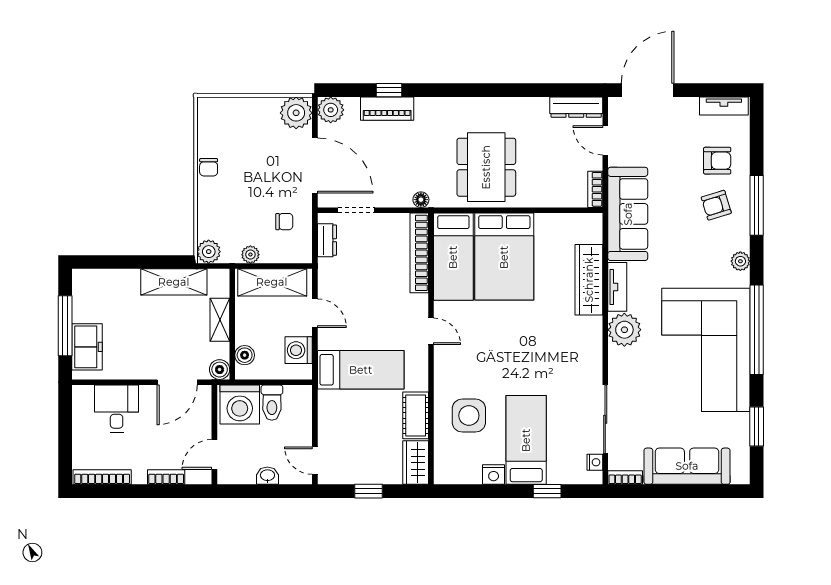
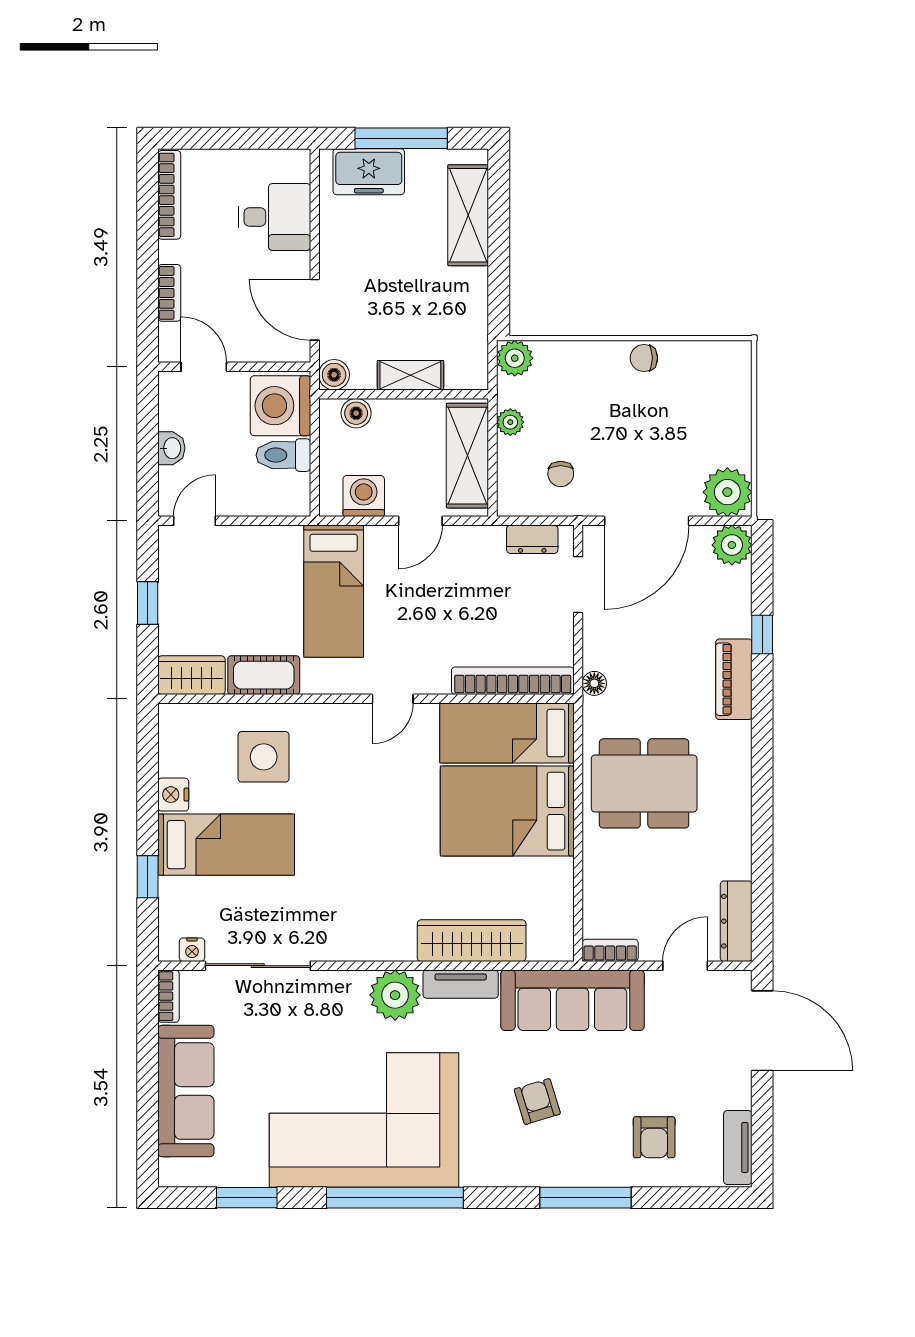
piano: (387, 109) -> (734, 679), moved
armchair: (716, 205) -> (537, 1102), moved
plant: (740, 261) -> (500, 1173), removed
shelving: (174, 282) -> (468, 215), moved

